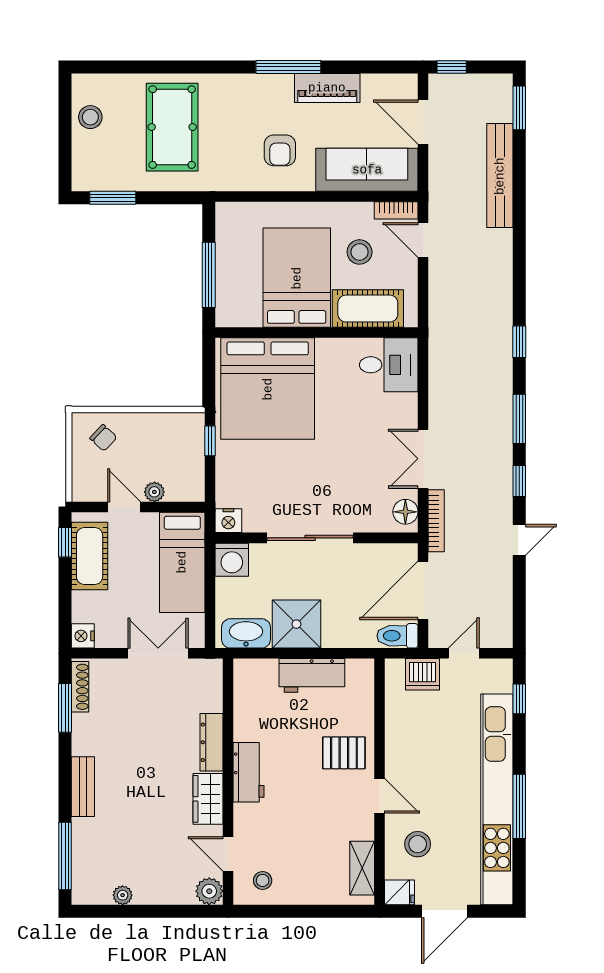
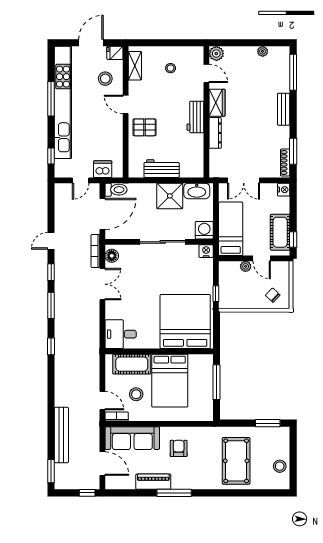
stool: (263, 880) -> (171, 68), moved

